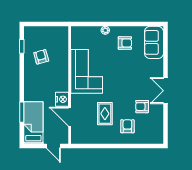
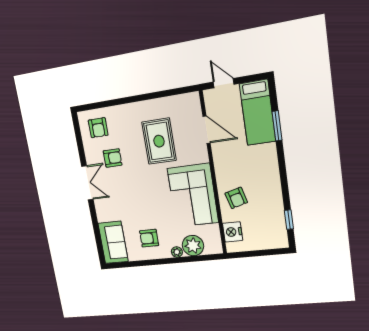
plant: (92, 34) -> (193, 246), added
armchair: (41, 57) -> (236, 198), moved
nightstand: (62, 99) -> (233, 232), moved
rug: (105, 114) -> (159, 141), width x1.36, depth x1.43
armchair: (127, 126) -> (98, 128), moved

